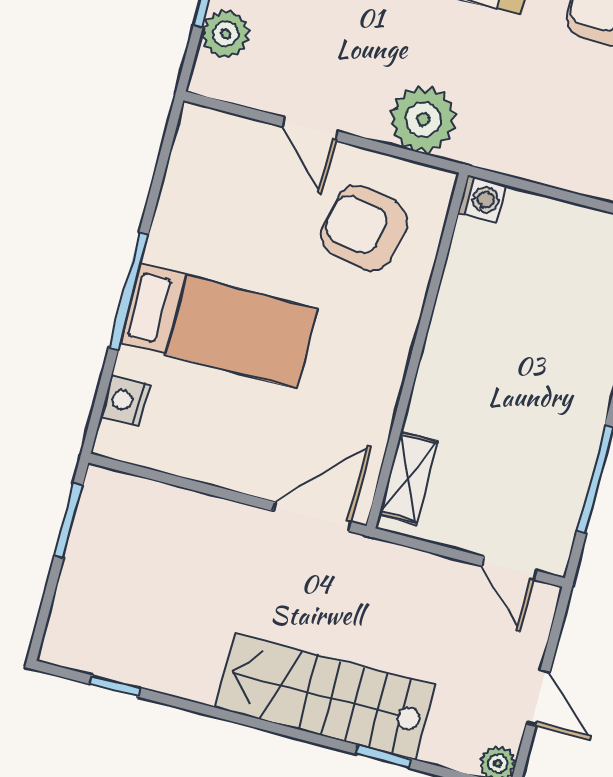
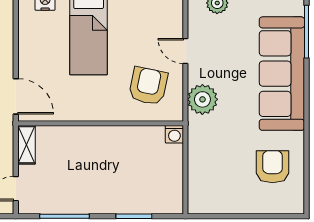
door: (310, 129) -> (185, 51), hinge flipped
shelving: (408, 478) -> (26, 145), moved, turned 90

